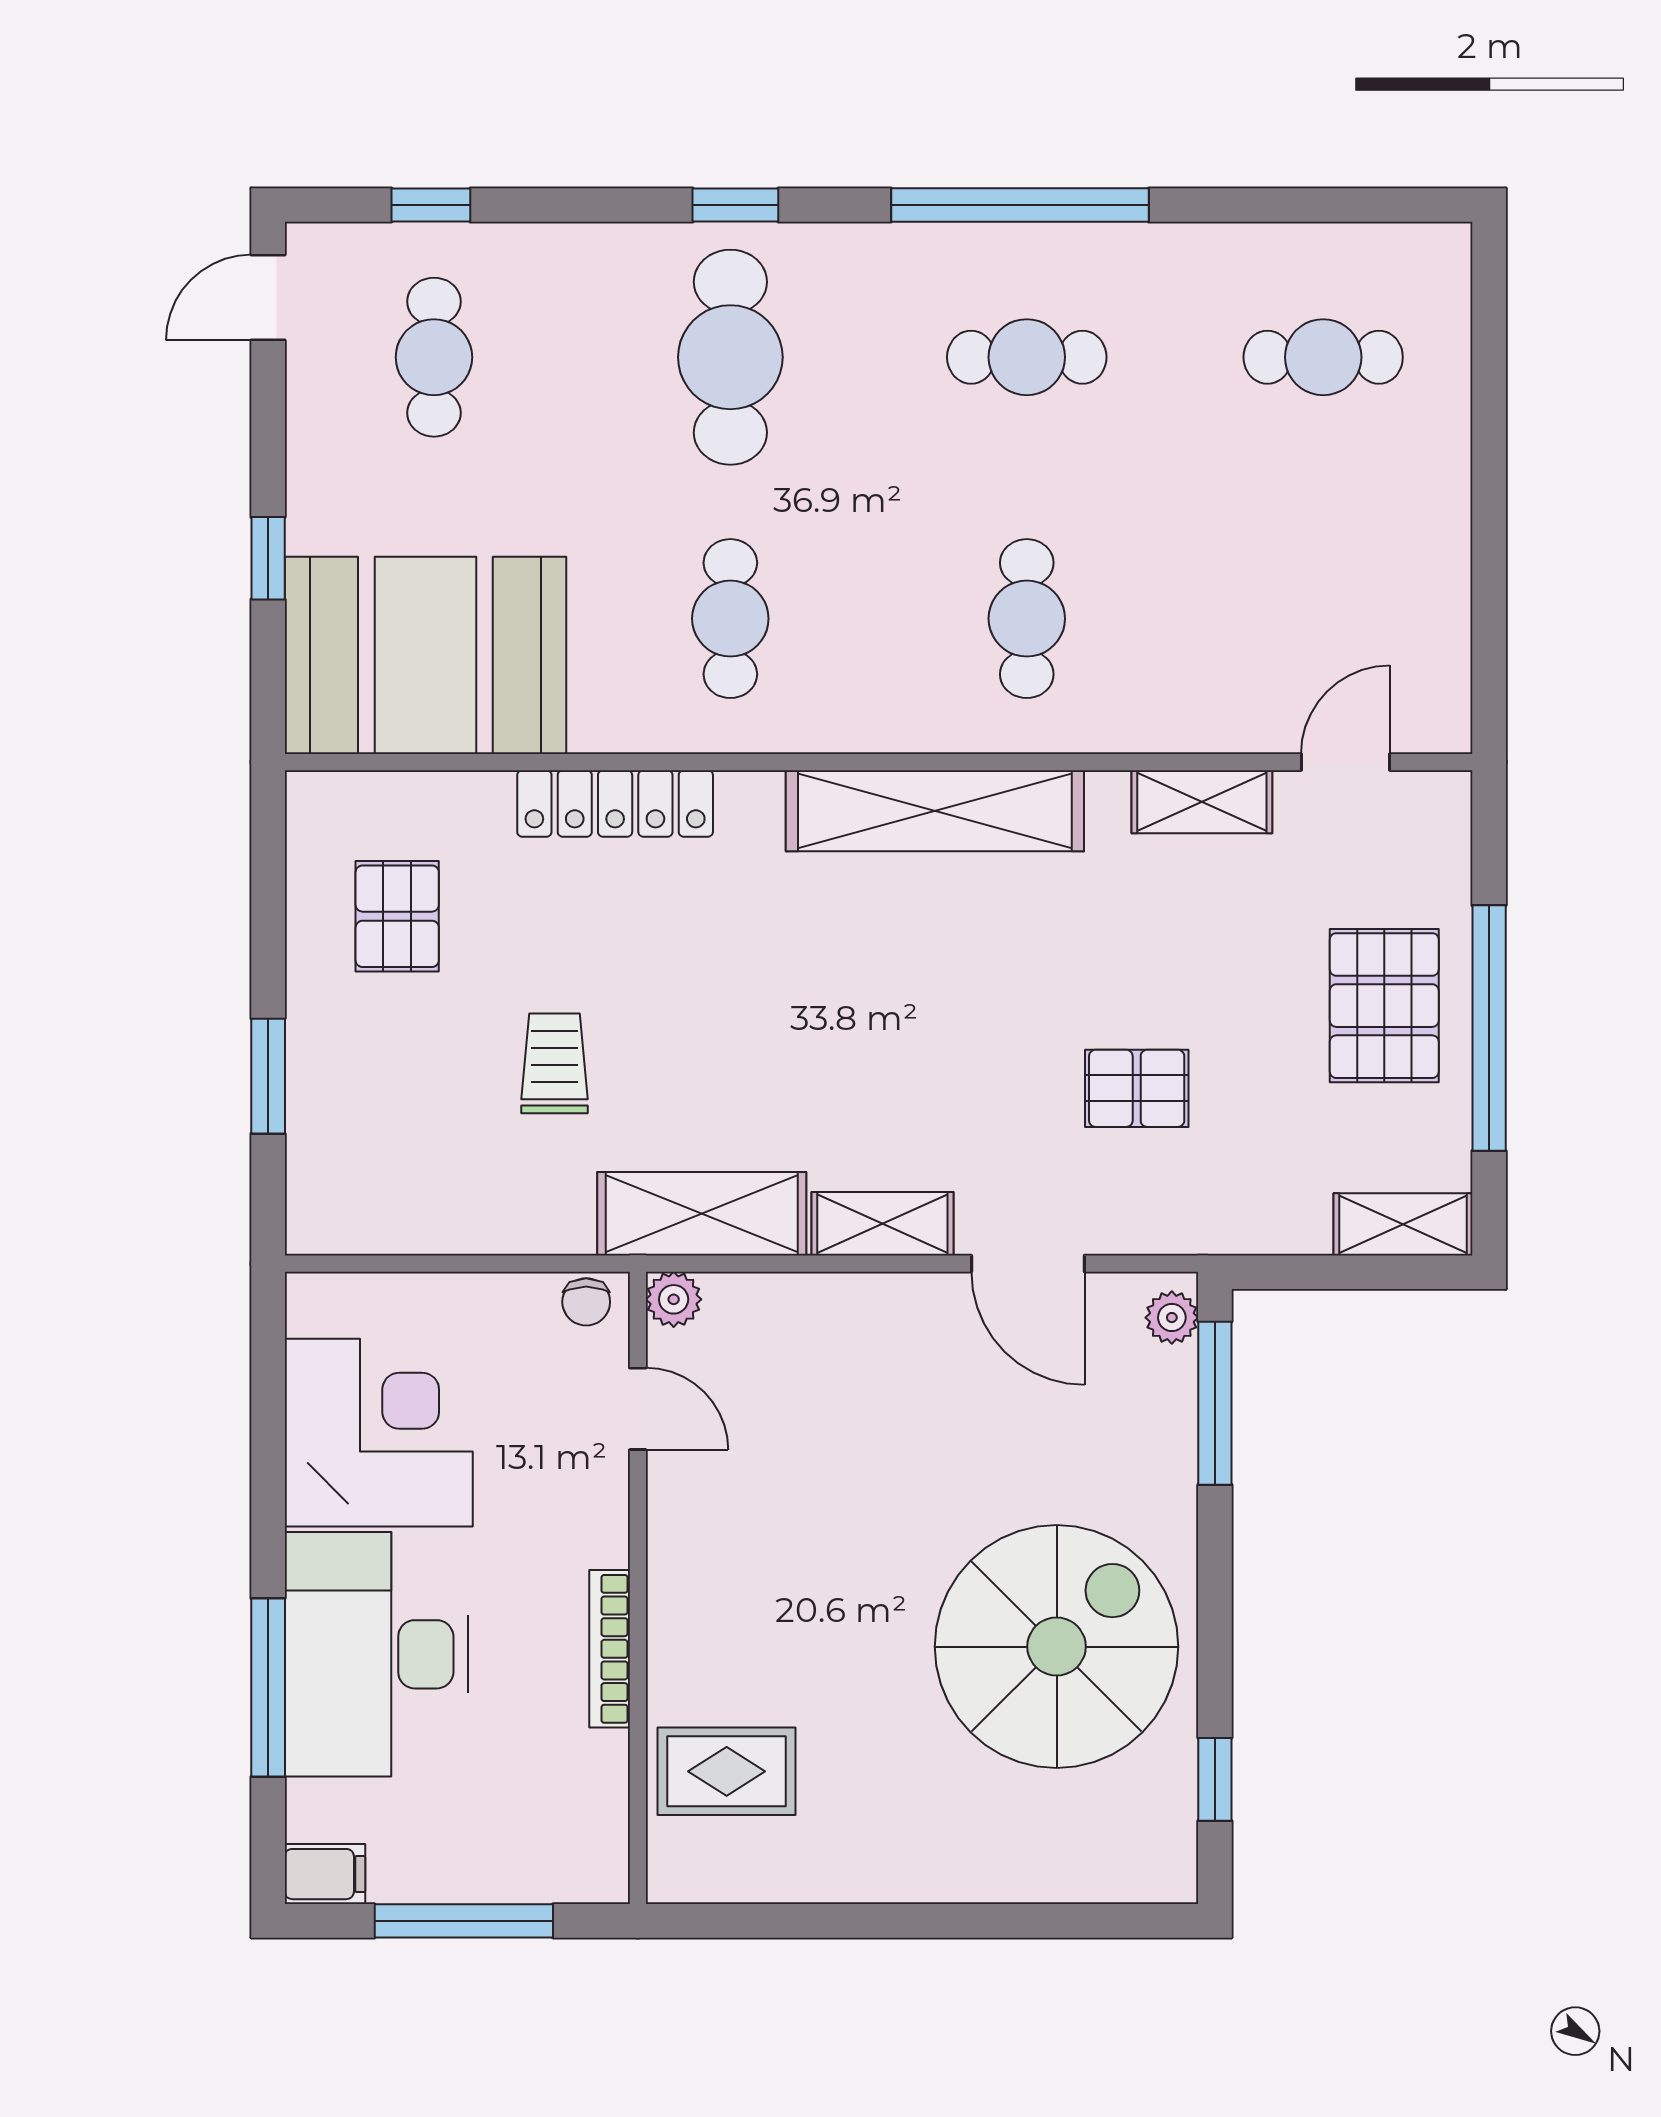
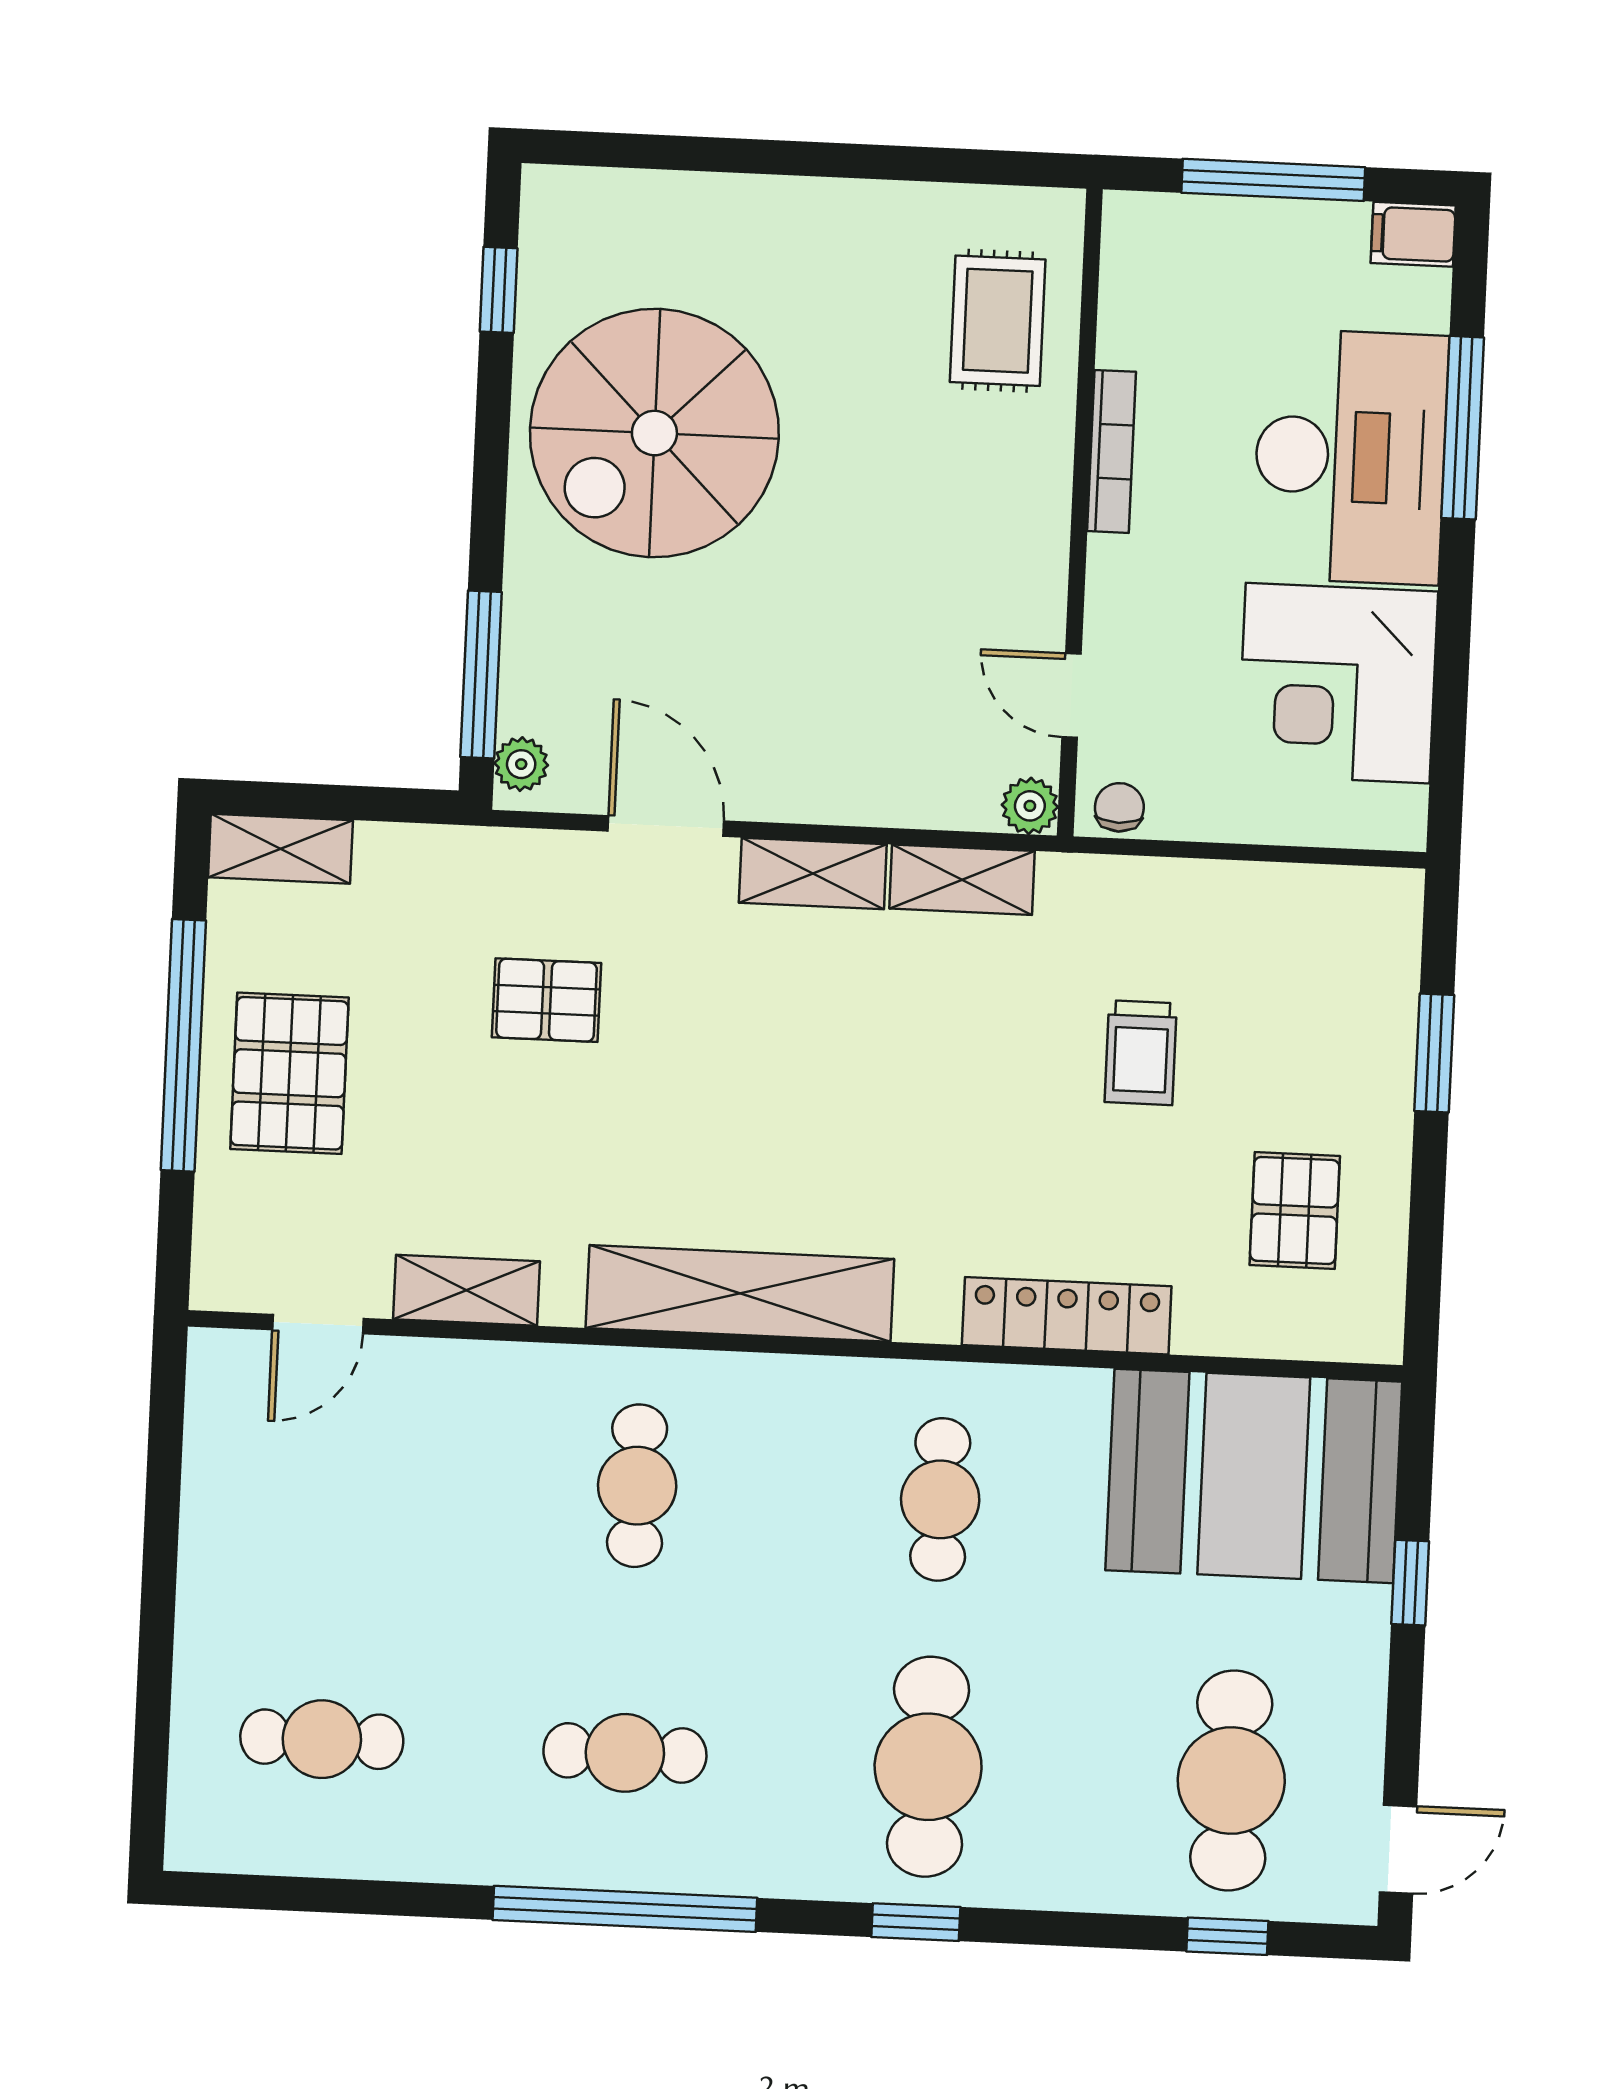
cafe table: (434, 357) -> (1231, 1780), width x1.37, depth x1.35
shelving: (702, 1214) -> (962, 880), width x0.67, depth x0.75
rug: (727, 1771) -> (998, 321), turned 90

